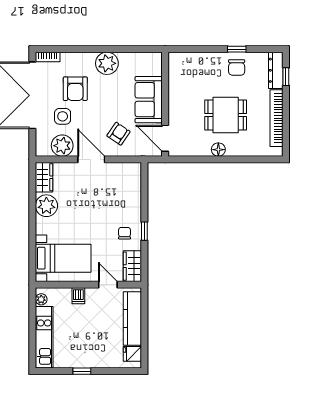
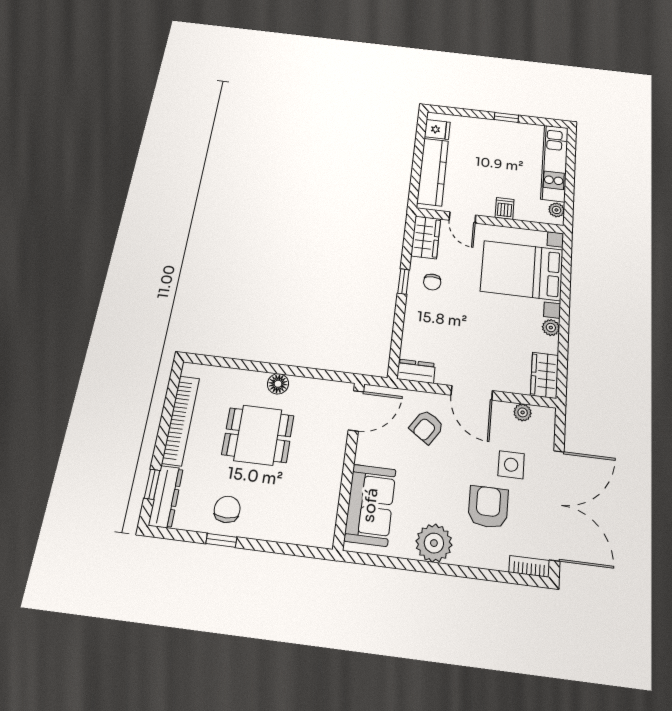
sofa: (149, 100) -> (370, 505), moved
door: (165, 138) -> (356, 411), hinge flipped
plant: (62, 146) -> (523, 412), width x0.53, depth x0.53
dresser: (129, 169) -> (416, 371), added
plant: (46, 206) -> (551, 328), width x0.53, depth x0.53
bed with nightstands: (63, 258) -> (522, 270), width x1.36

